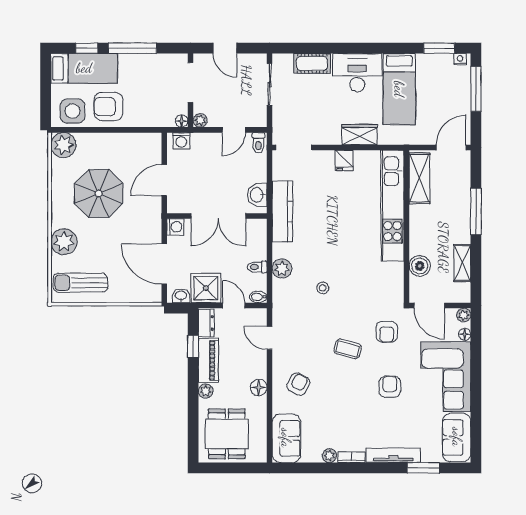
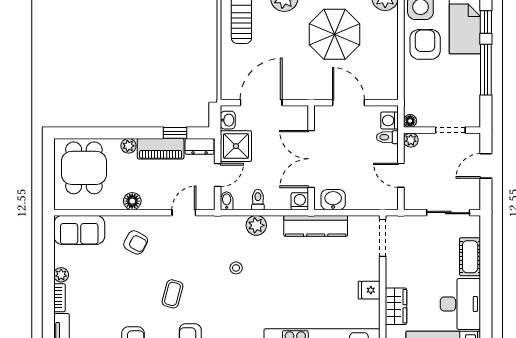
doorway: (191, 83) -> (450, 130), width x0.73
toilet: (258, 143) -> (387, 137), moved
washing machine: (175, 227) -> (300, 201), moved, turned 180
dining table: (227, 434) -> (84, 168), turned 90

